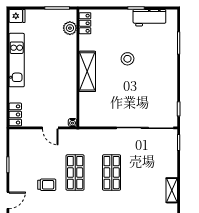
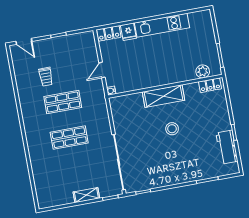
fridge: (17, 16) -> (128, 32), moved
stool: (127, 59) -> (172, 129), moved
shelving: (172, 190) -> (86, 195), moved

